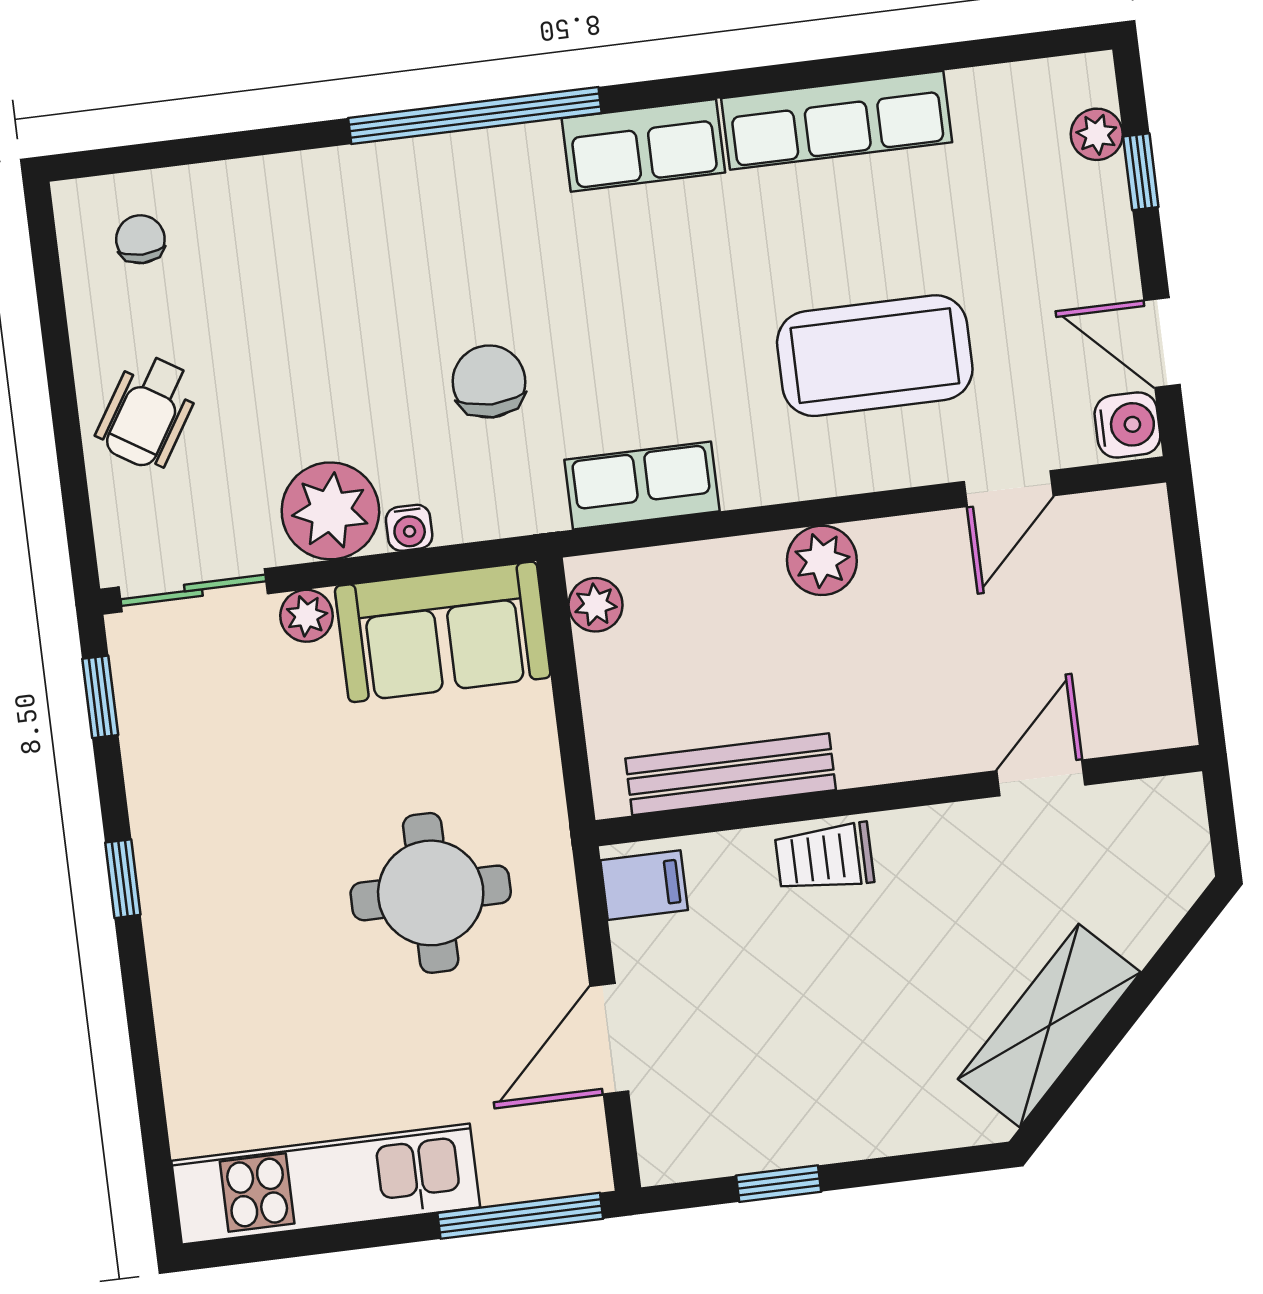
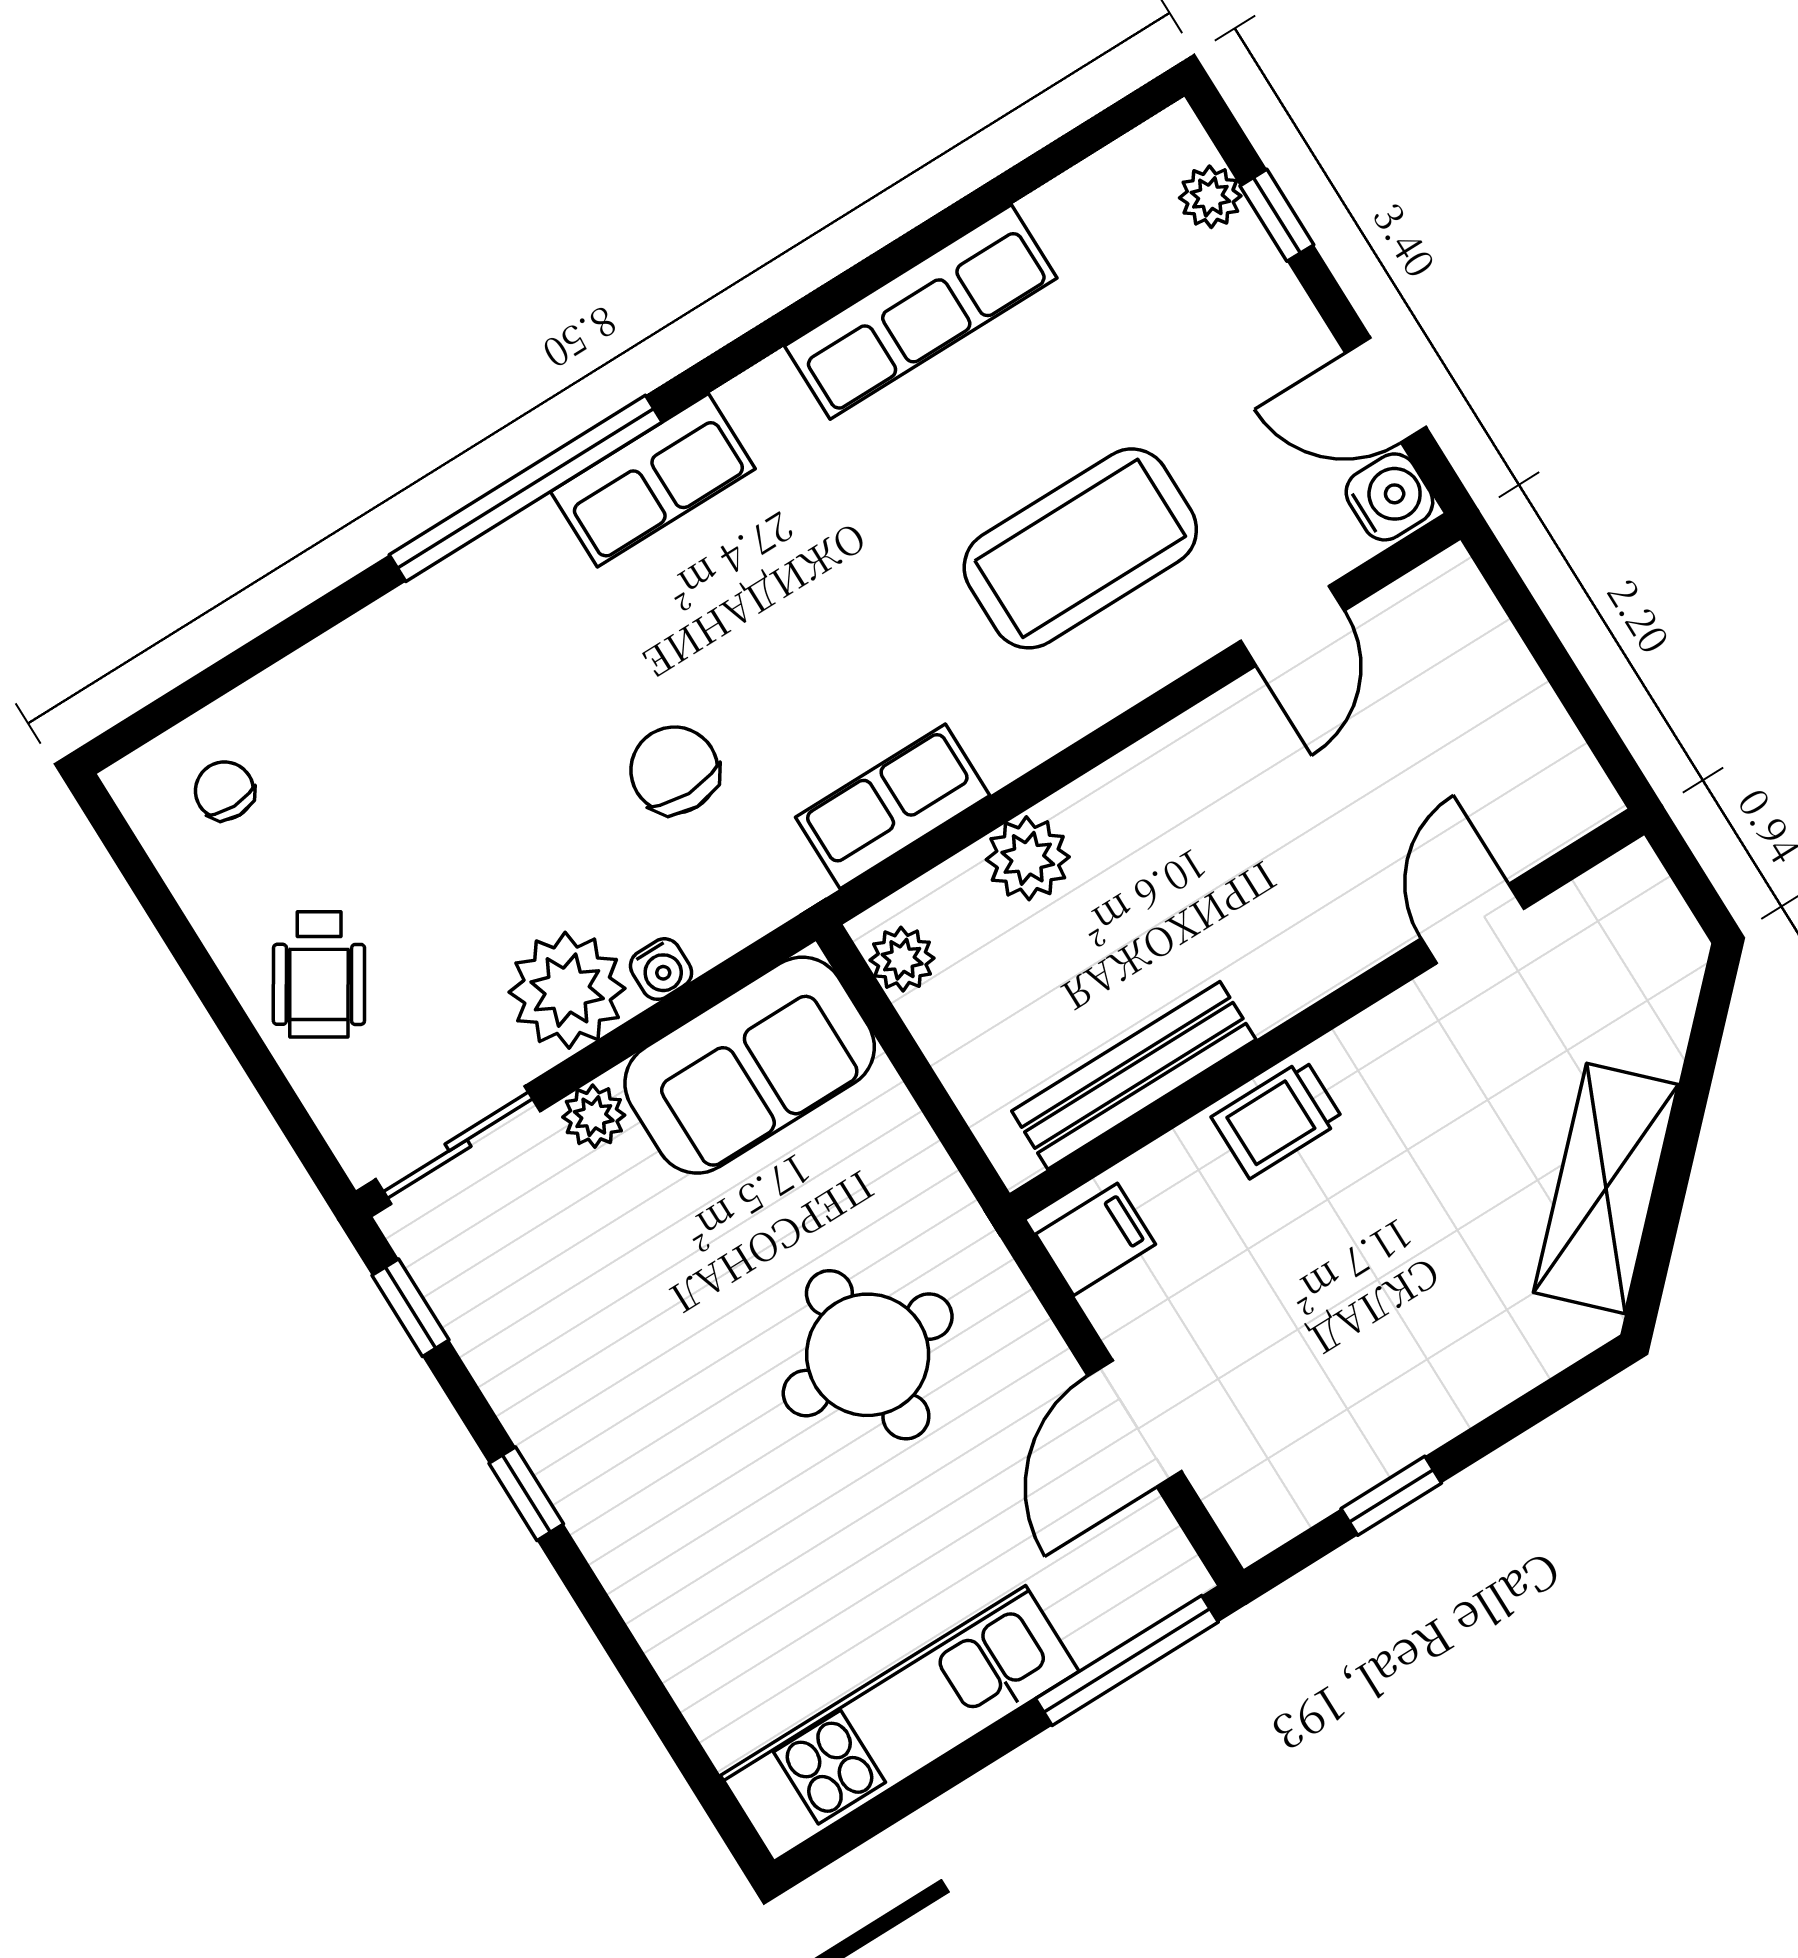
row of seats: (643, 145) -> (653, 480), moved
plant: (822, 560) -> (1028, 858), moved

